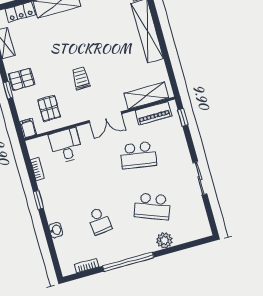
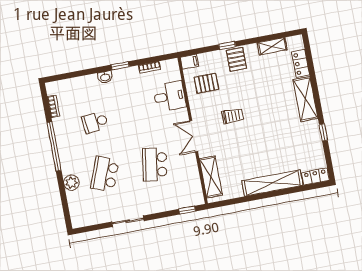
piano: (153, 113) -> (193, 182), removed
washbasin: (56, 230) -> (105, 77), moved

